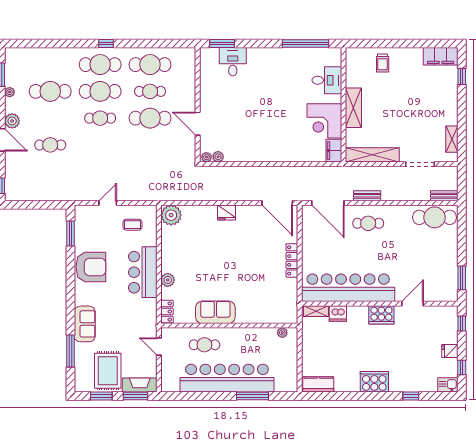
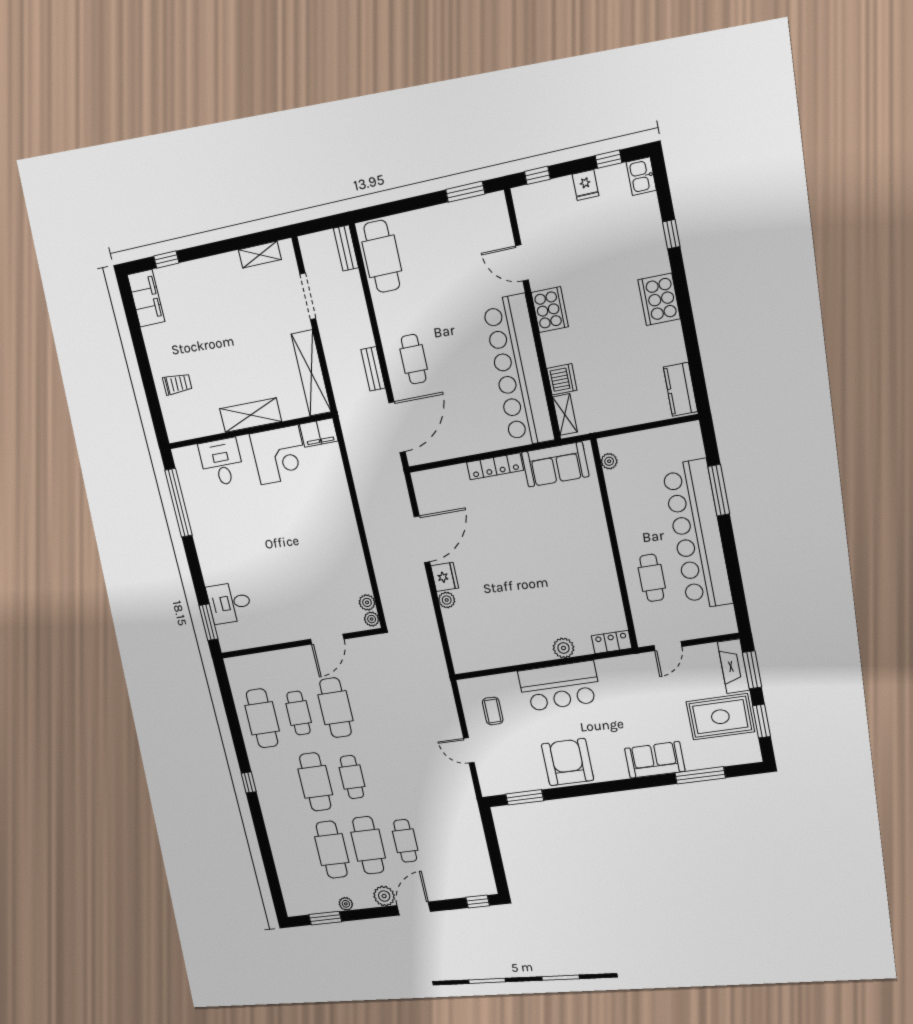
cafe table: (100, 65) -> (368, 845), moved
door: (277, 203) -> (422, 539), moved
plant: (171, 215) -> (447, 600), moved, width x0.53, depth x0.53
sofa: (215, 312) -> (555, 464), moved, turned -90

